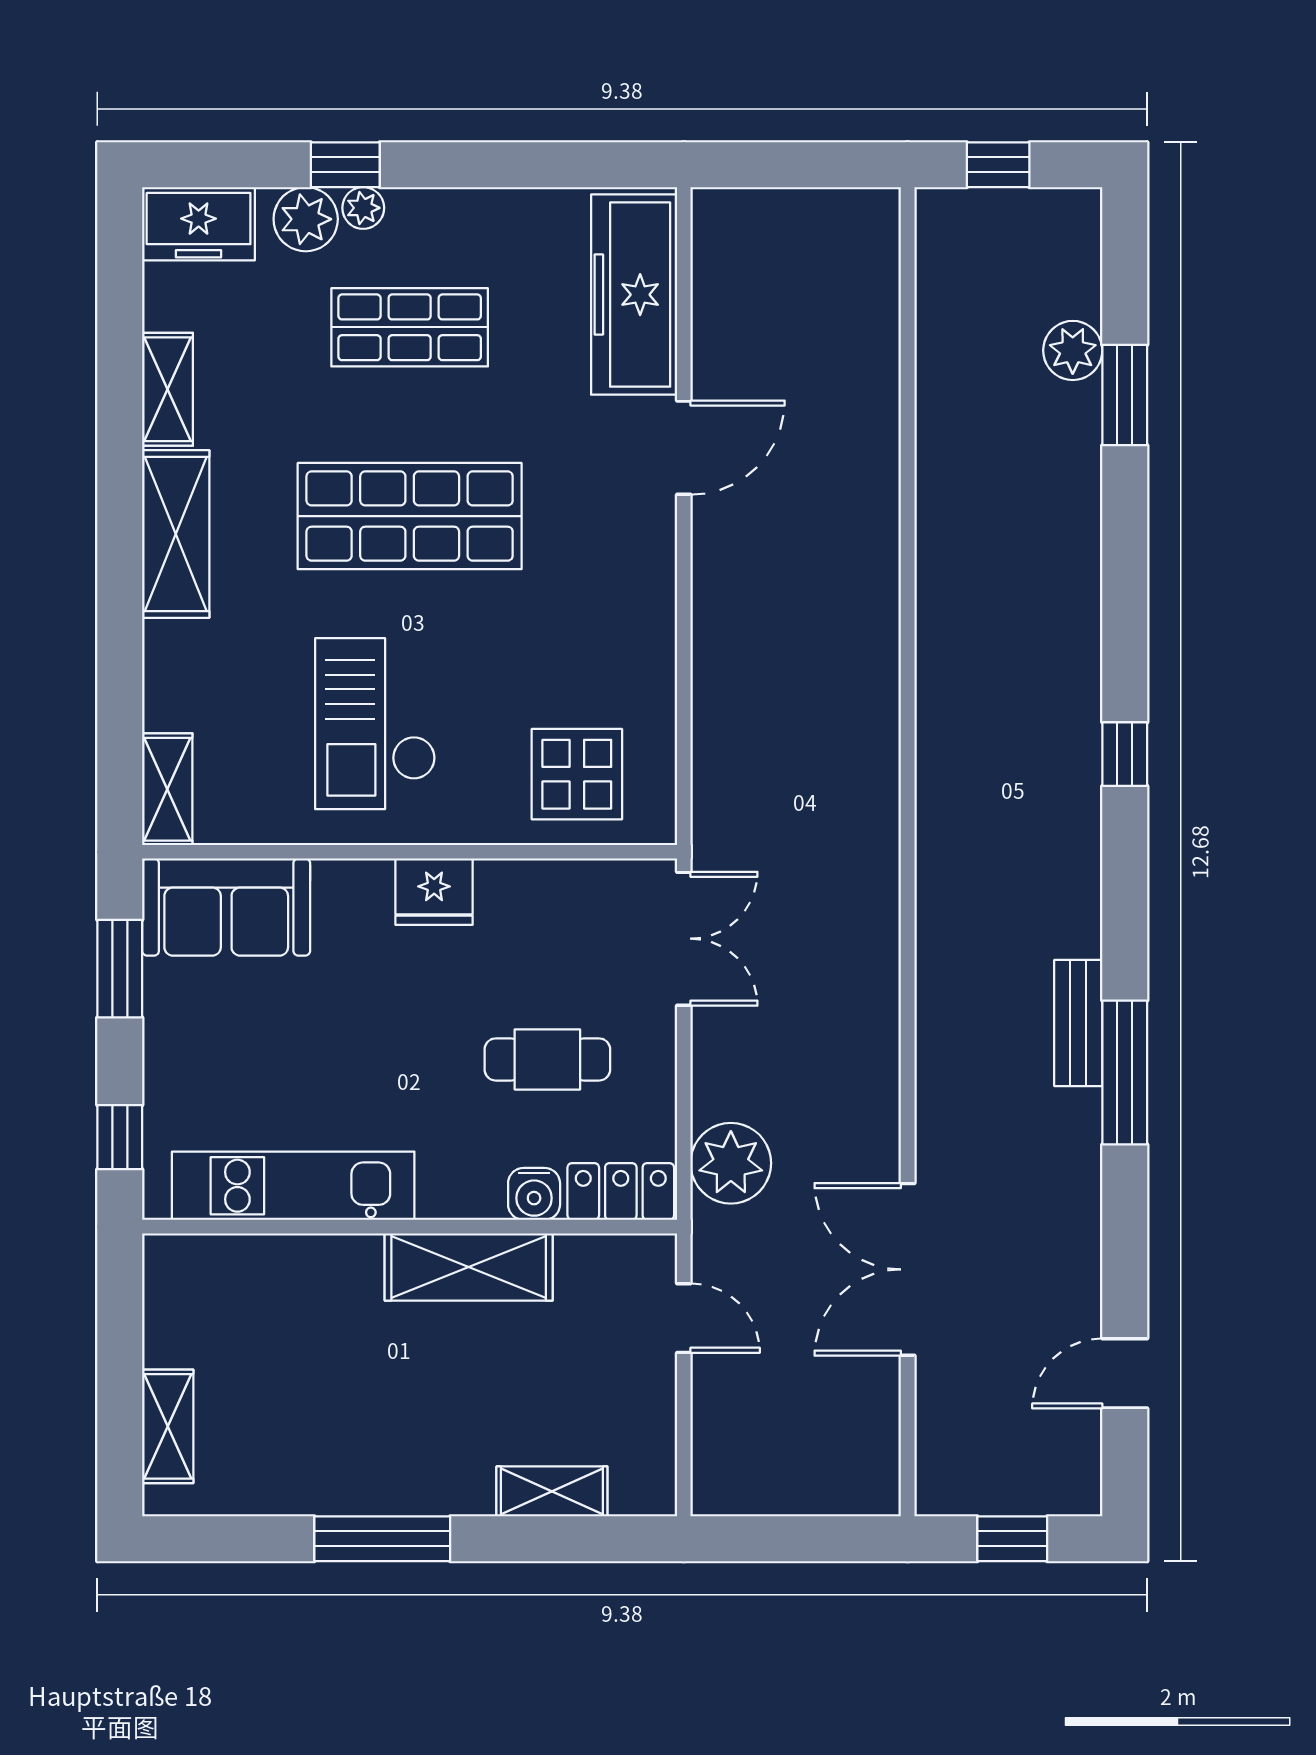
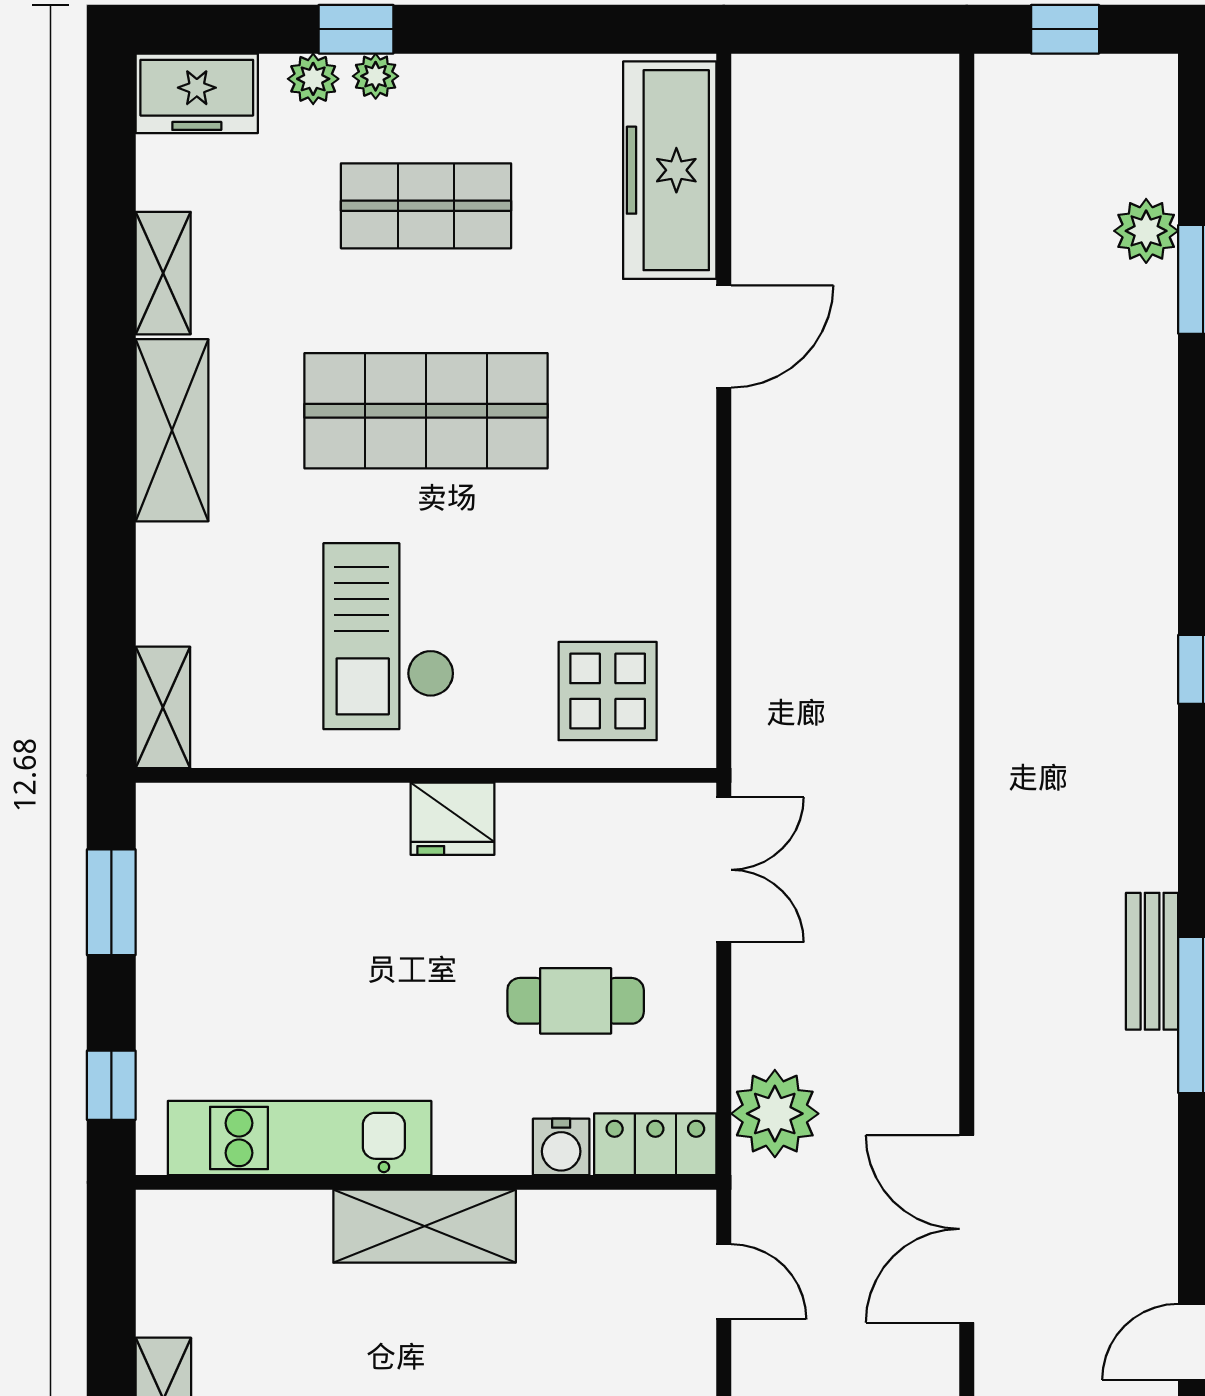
plant: (306, 219) -> (313, 79), width x0.73, depth x0.73
sofa: (226, 907) -> (227, 835), removed
shelving: (469, 1267) -> (425, 1226), moved

